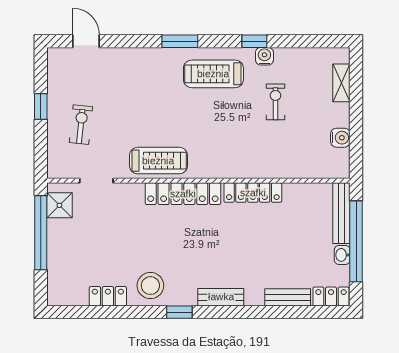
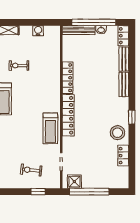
window: (41, 106) -> (38, 192), moved
treadmill: (158, 161) -> (50, 128), turned 180
bench: (221, 297) -> (124, 84), moved

